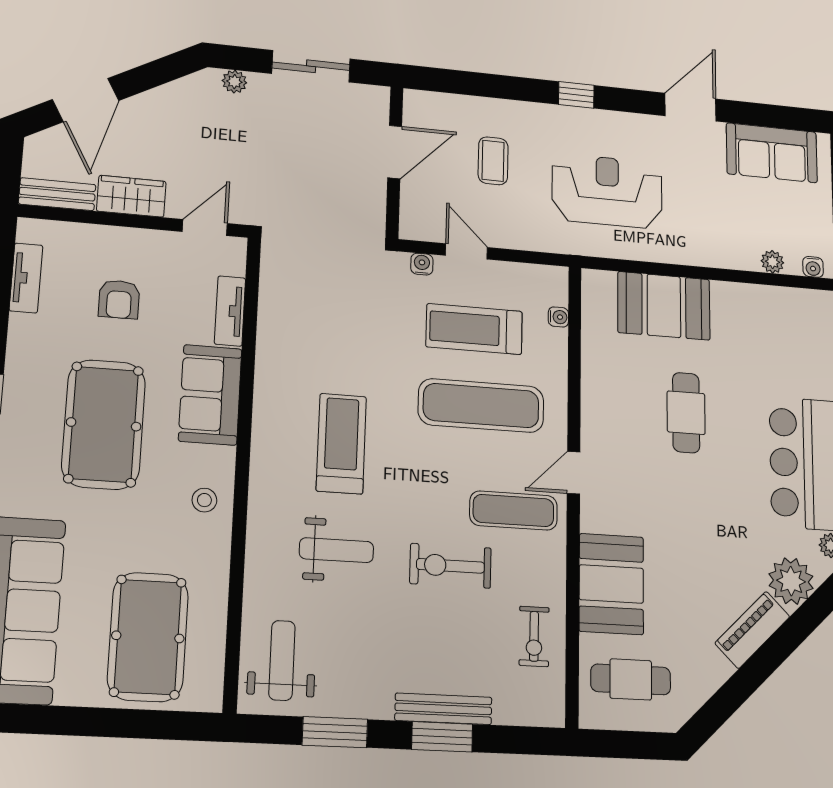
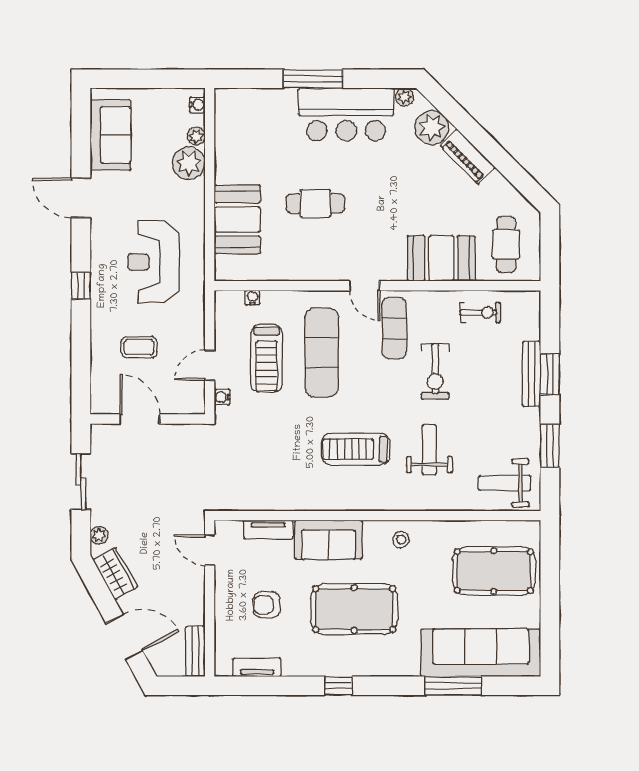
wardrobe: (131, 196) -> (115, 574), moved, turned 151
plant: (737, 249) -> (189, 163), added
armchair: (119, 299) -> (267, 605), turned 180

